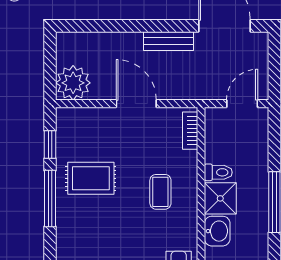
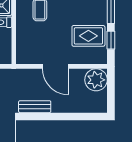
bookcase: (190, 131) -> (21, 49), removed
rug: (91, 178) -> (88, 36), moved

